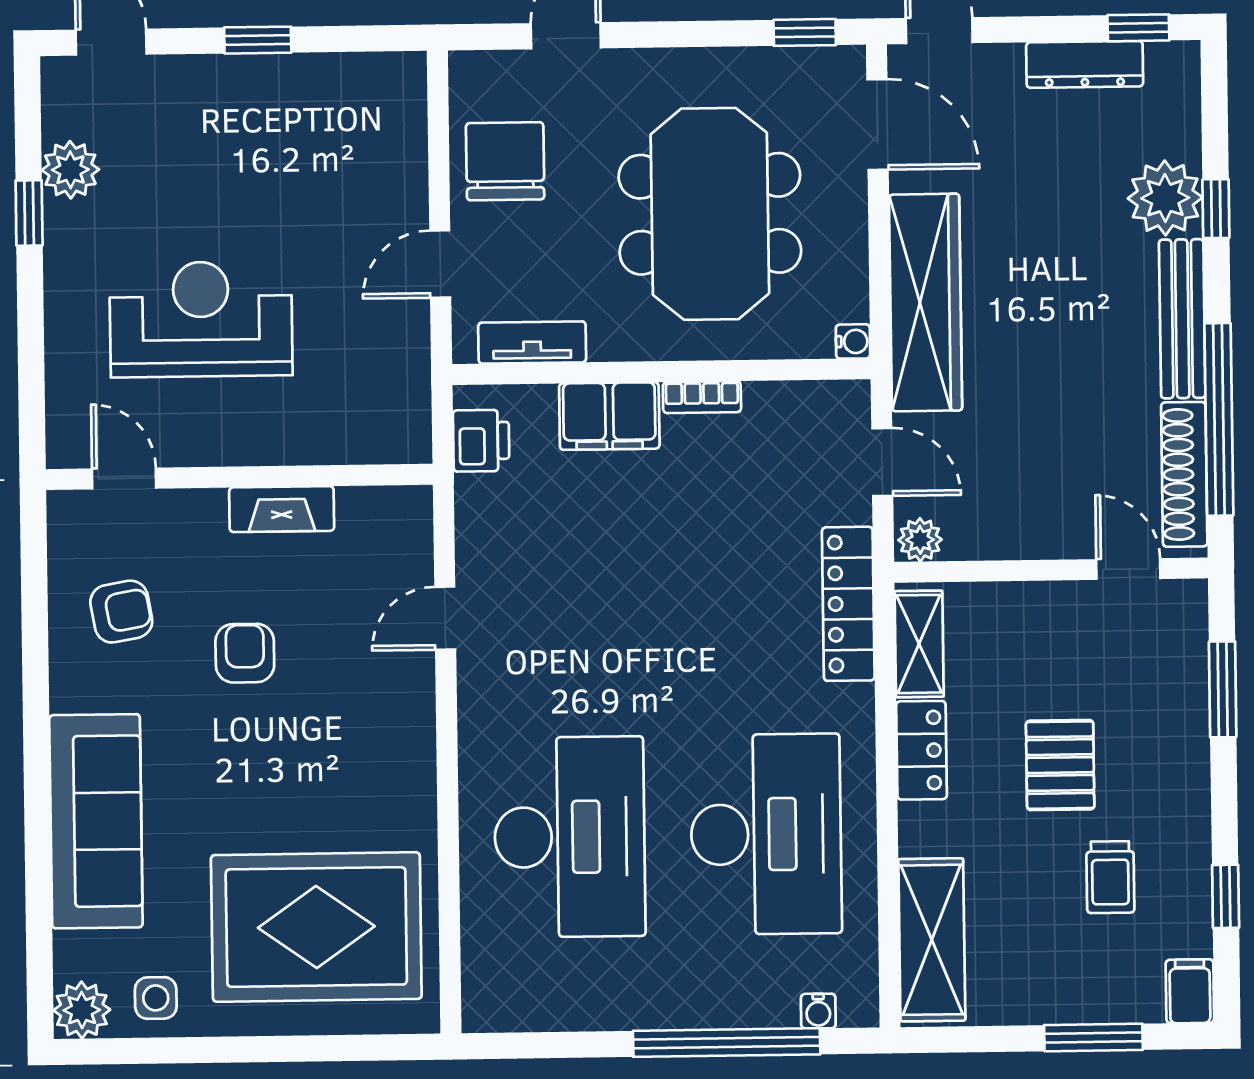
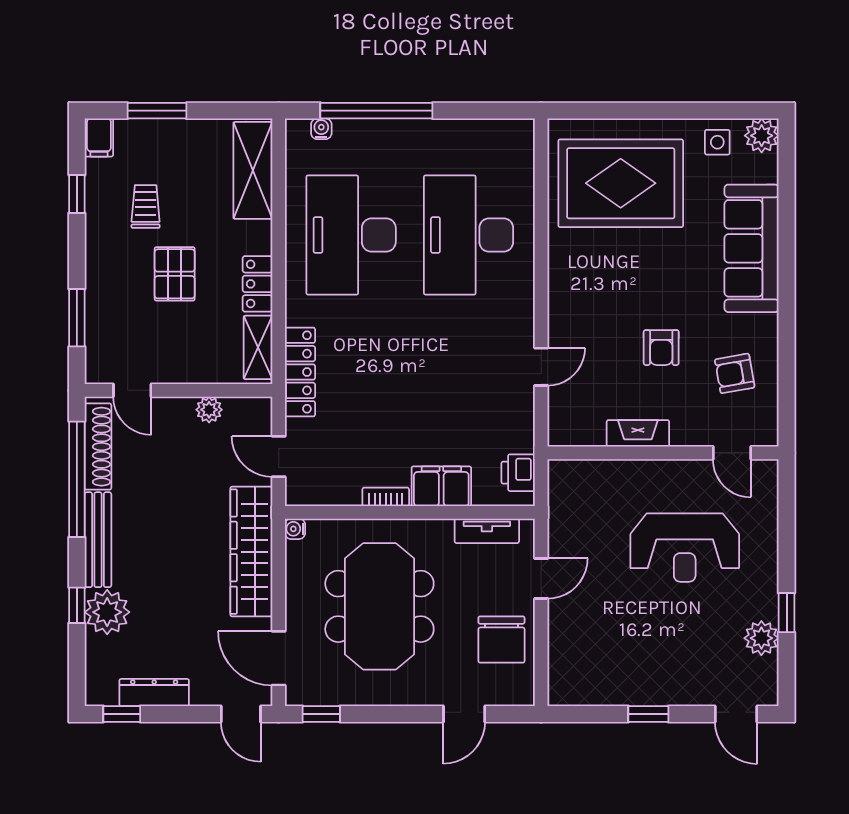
plant: (920, 540) -> (209, 410), moved

